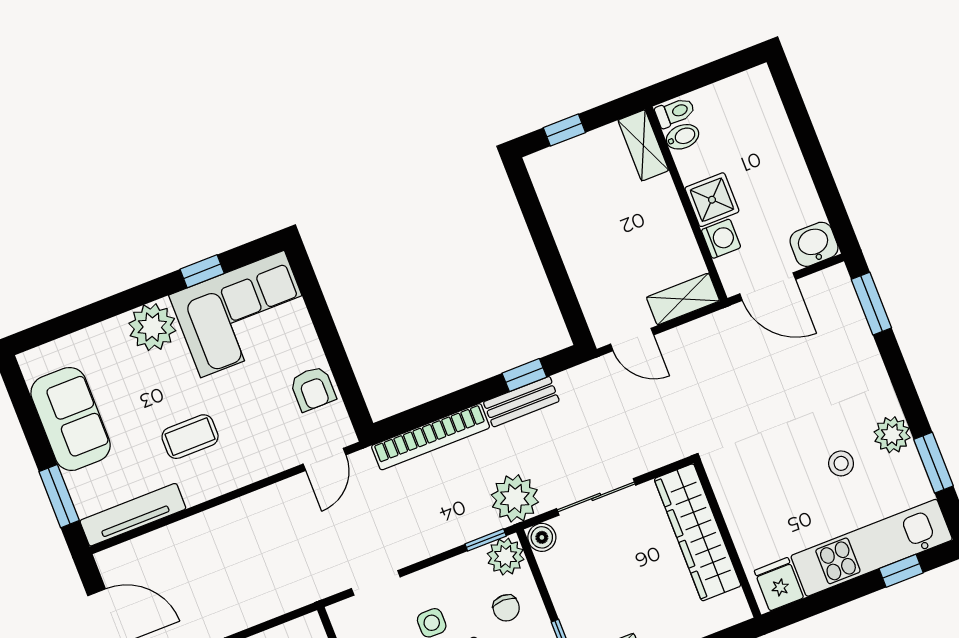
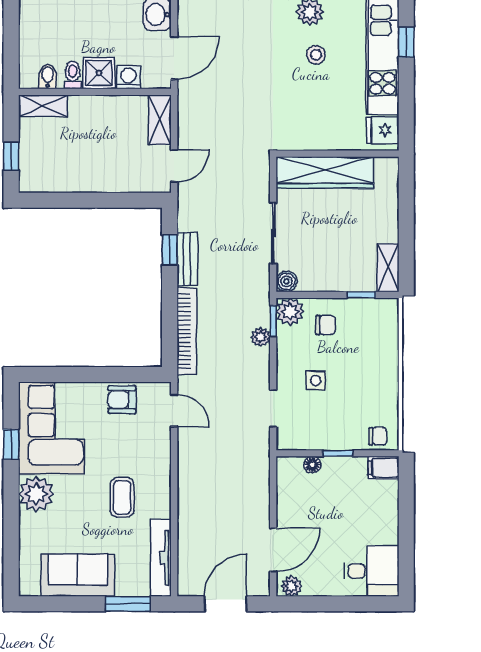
toilet: (675, 112) -> (73, 75), moved
armchair: (313, 389) -> (122, 400), turned 180
plant: (515, 498) -> (261, 337), moved, width x0.53, depth x0.53

